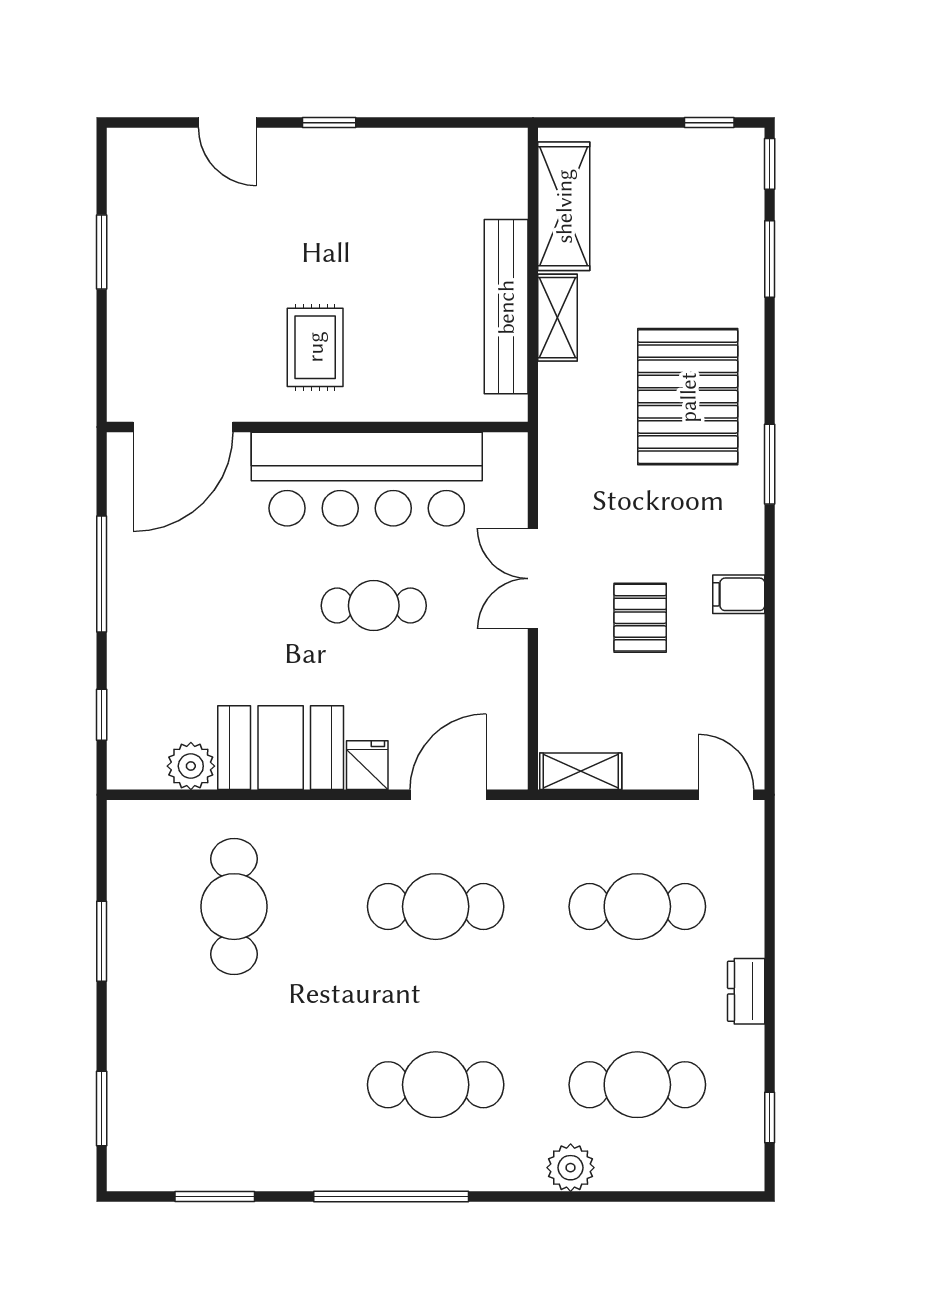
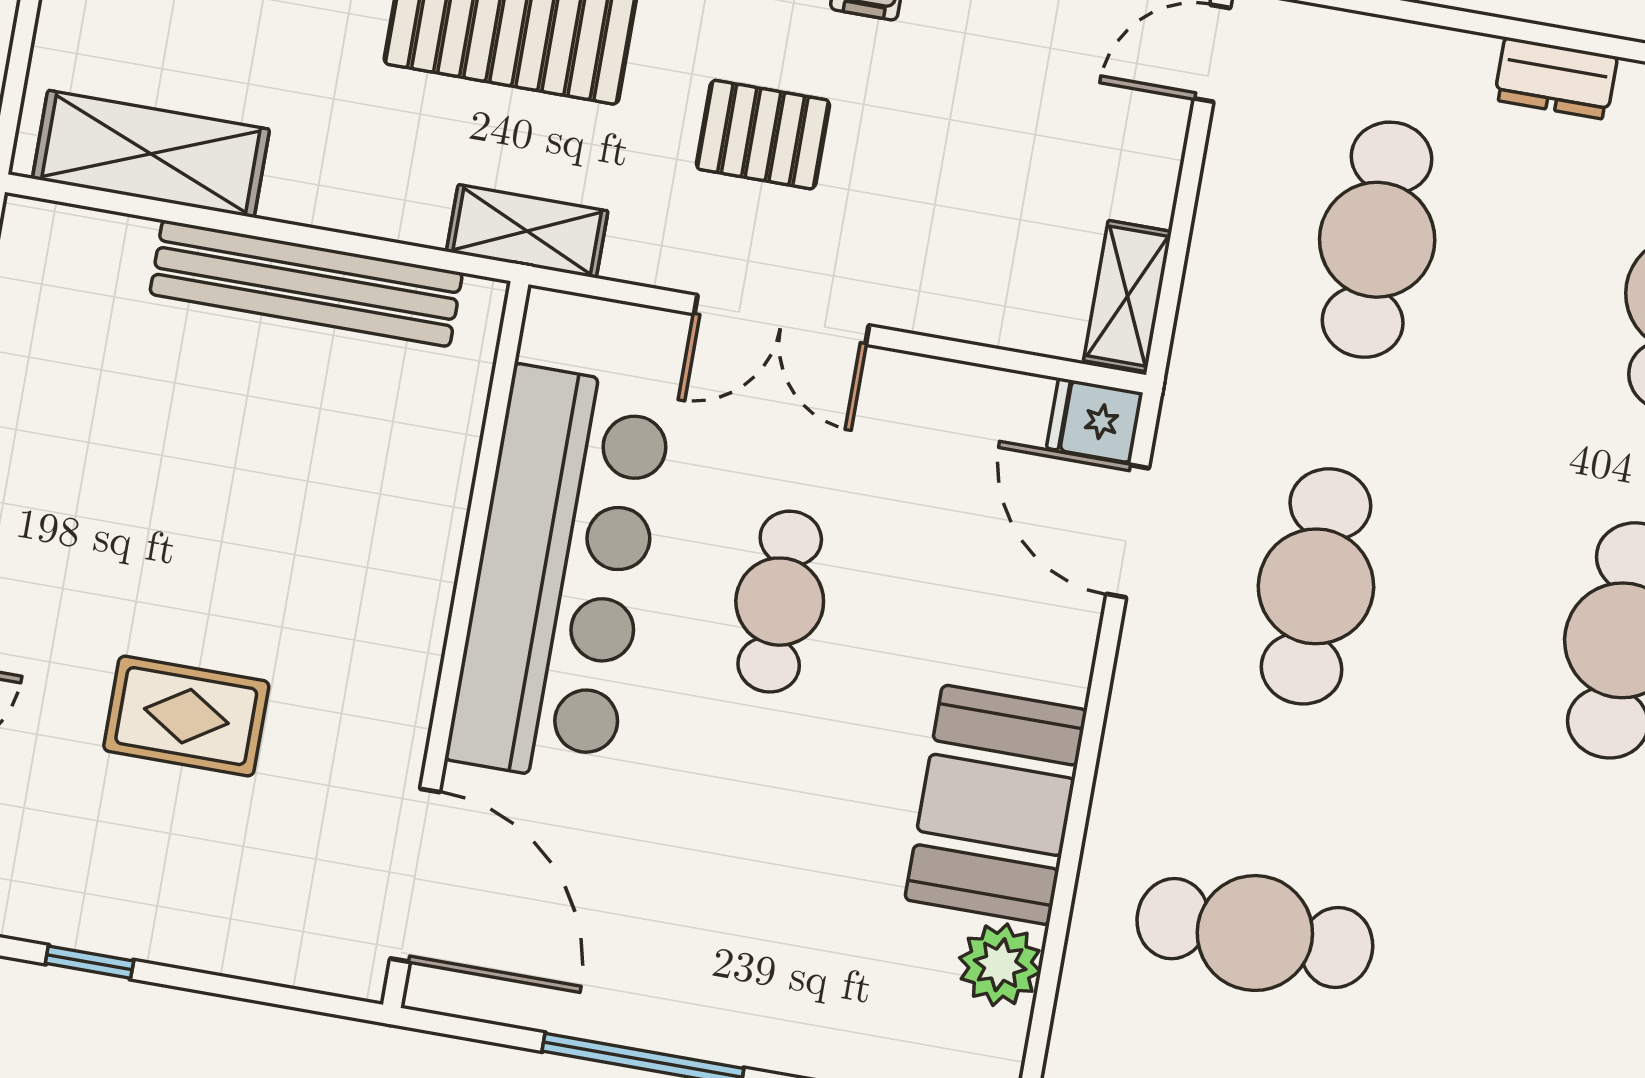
window: (102, 252) -> (89, 962), width x0.67
shelving: (558, 318) -> (527, 231), moved
rug: (315, 347) -> (186, 716), moved
pallet: (640, 618) -> (763, 135), moved
fridge: (367, 765) -> (1095, 420), moved

